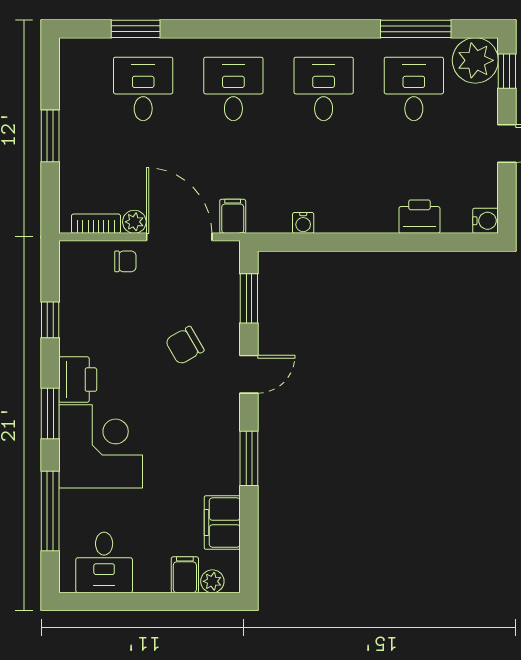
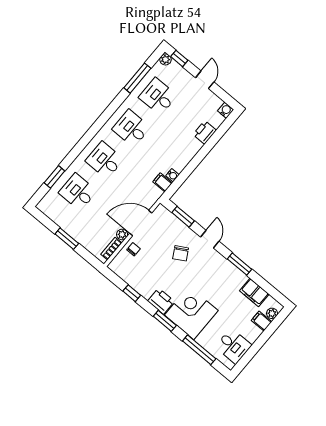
plant: (475, 60) -> (165, 59), width x0.53, depth x0.53
filing cabinet: (233, 216) -> (163, 182), moved

